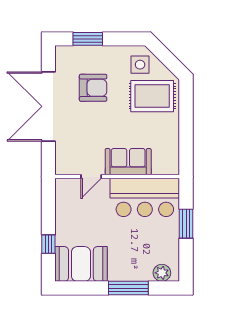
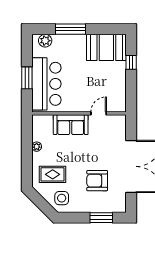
rug: (152, 96) -> (53, 174), width x0.73, depth x0.70
plant: (173, 133) -> (37, 147), added
bar counter: (145, 197) -> (46, 84), moved, turned 90

